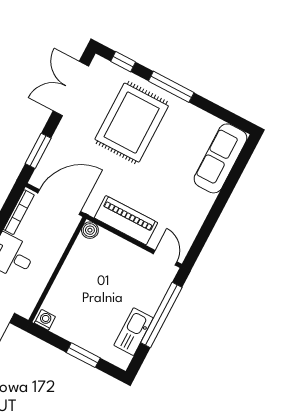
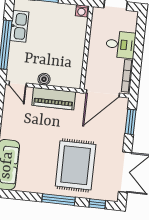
boiler: (90, 230) -> (44, 79), moved

